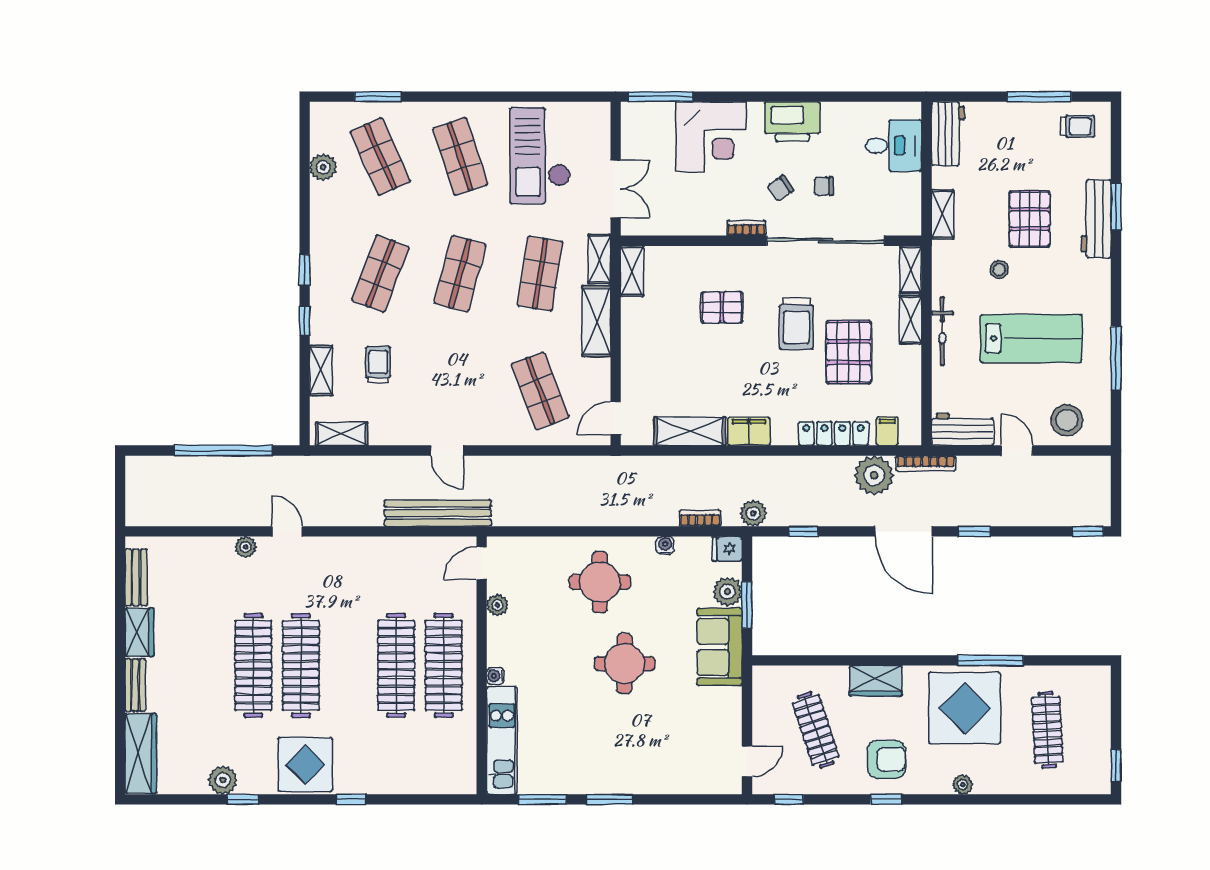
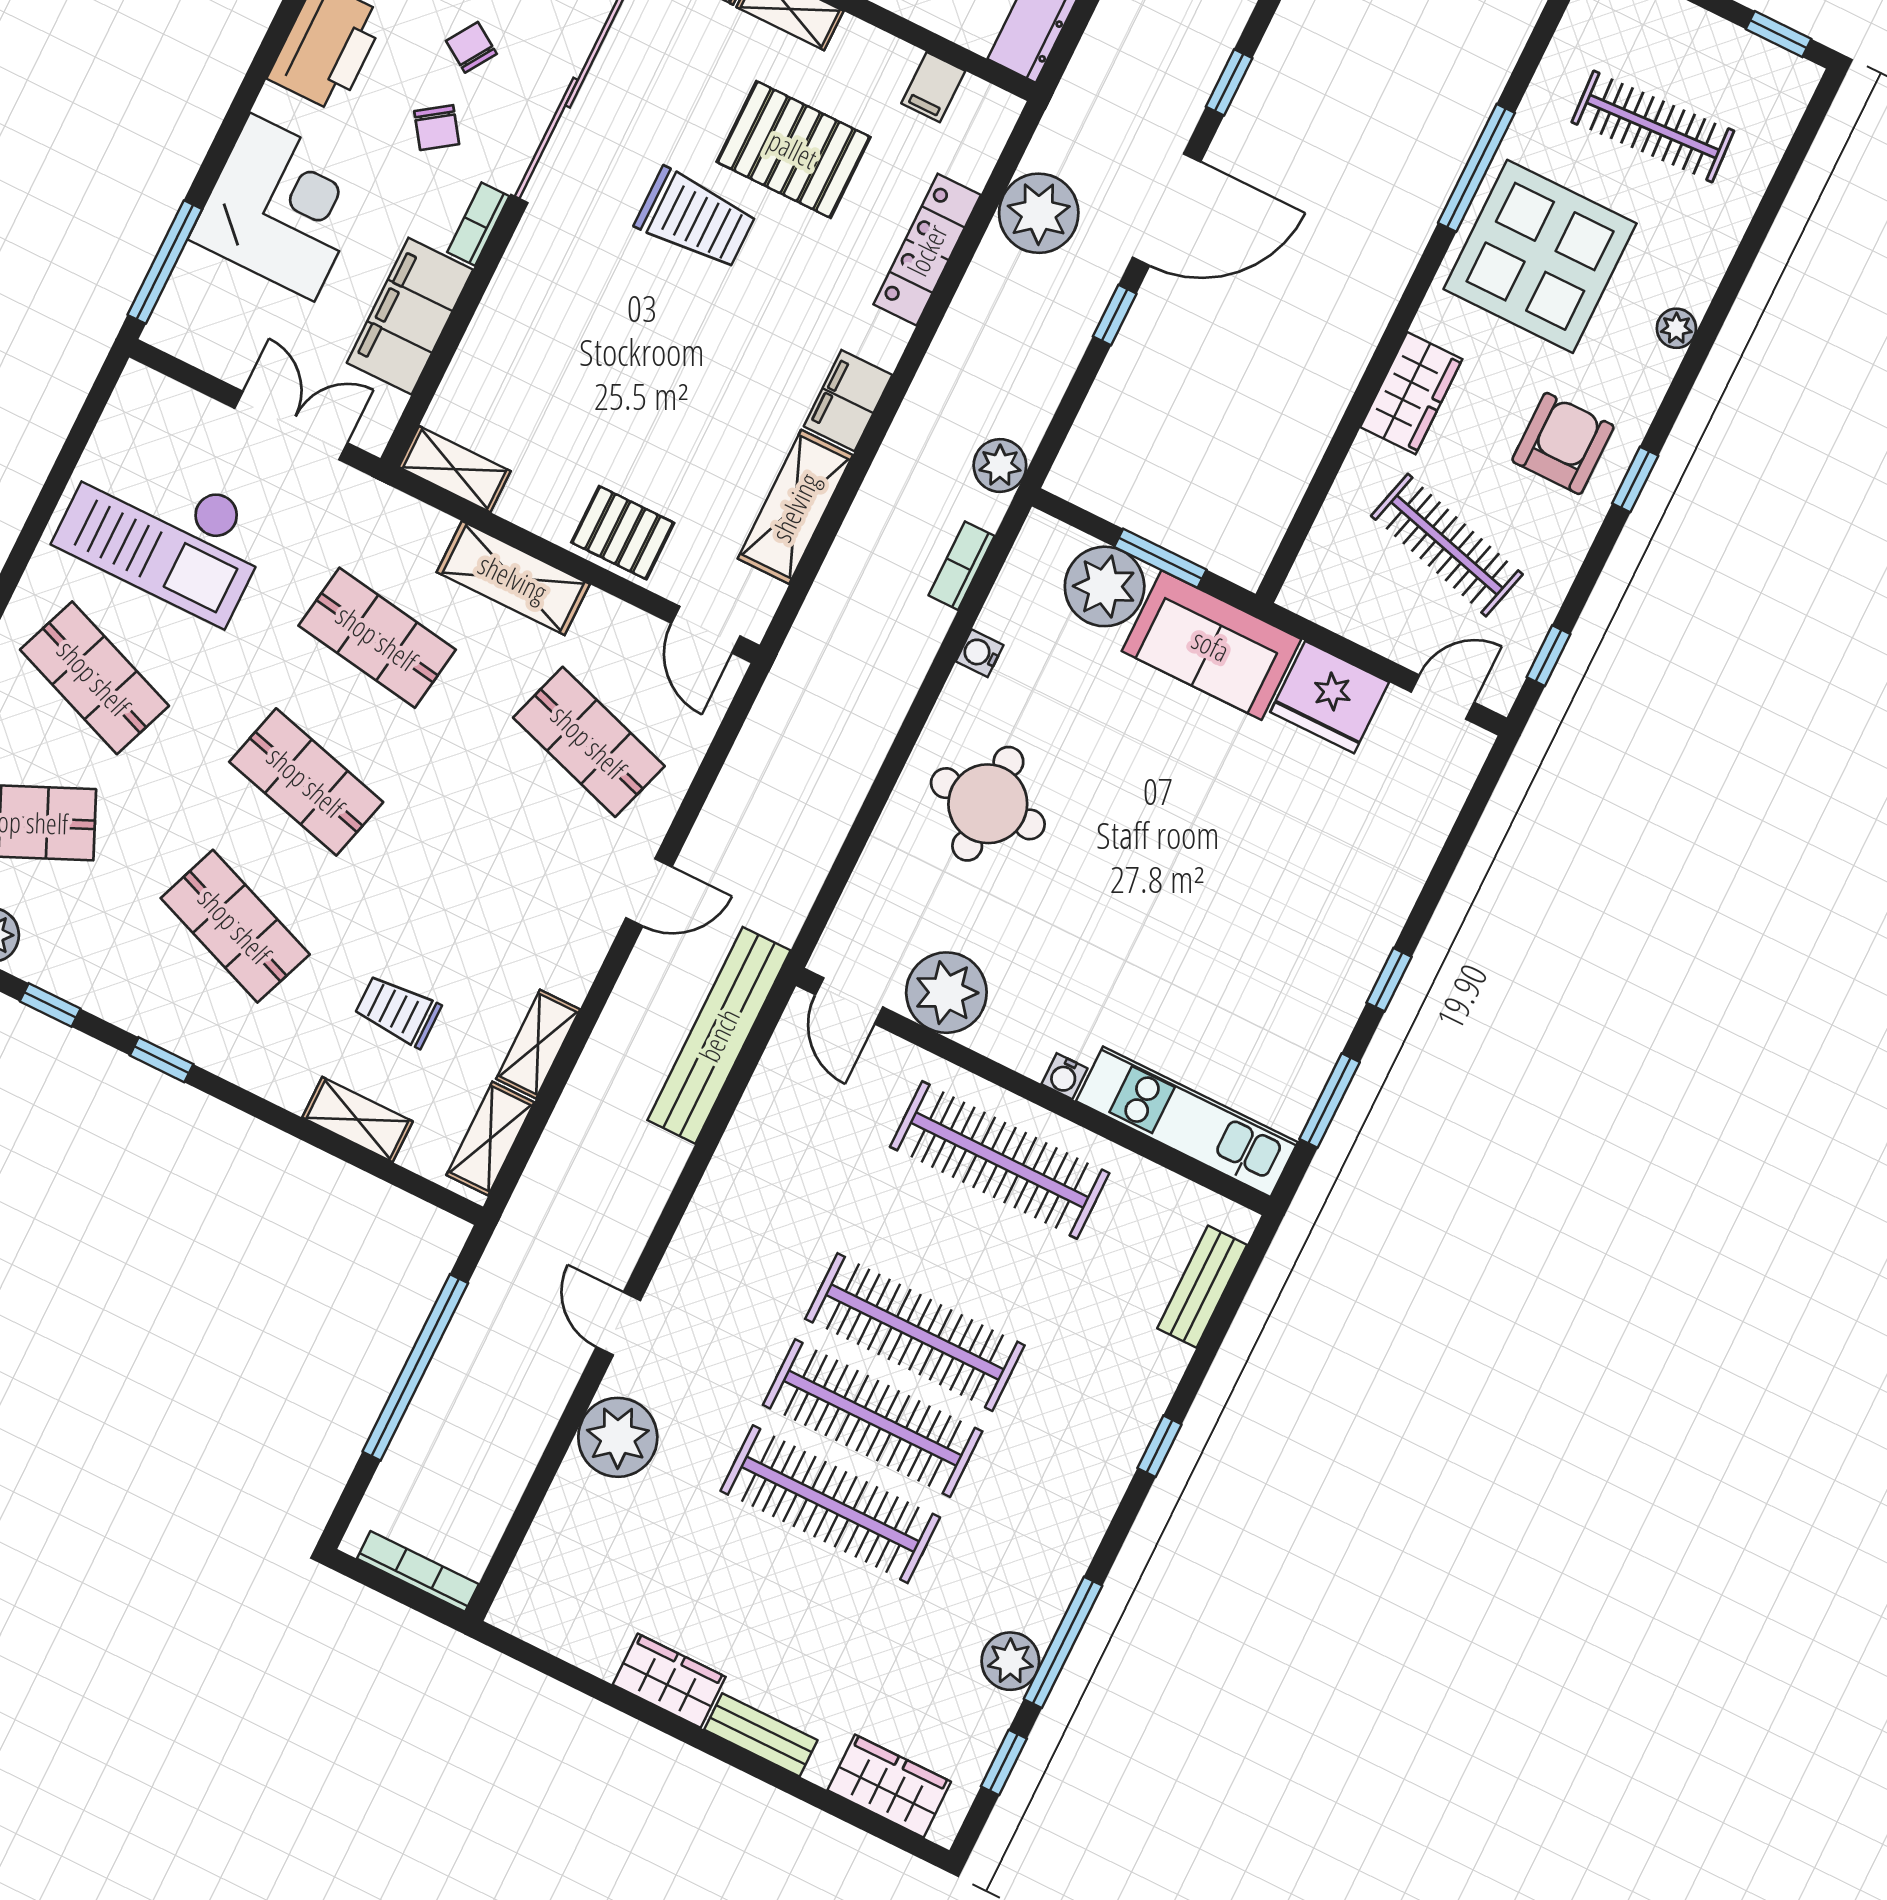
shop shelf: (460, 156) -> (94, 678), turned 39
chair: (824, 186) -> (471, 47), turned 123
filing cabinet: (690, 218) -> (410, 316), added
shelving: (599, 259) -> (538, 1044), moved, turned 90
pallet: (722, 307) -> (623, 533), moved, turned 90
window: (305, 321) -> (50, 1005), moved
shop shelf: (540, 391) -> (589, 742), turned 39
filing cabinet: (887, 431) -> (933, 87), moved, turned -90
door: (447, 451) -> (649, 892), moved
bookcase: (926, 463) -> (418, 1571), moved, turned -90
door: (287, 531) -> (618, 1324), hinge flipped
window: (803, 531) -> (1115, 315), moved
plant: (246, 547) -> (618, 1437), width x1.88, depth x1.88
fridge: (727, 549) -> (1330, 697), moved, width x1.88, depth x1.34
bench: (136, 577) -> (1202, 1287), moved, turned 90
plant: (727, 592) -> (1105, 586), width x1.36, depth x1.36
plant: (497, 605) -> (946, 993), width x1.88, depth x1.88
round table: (624, 664) -> (1157, 832), removed
clothes rail: (396, 665) -> (915, 1332), moved
clothes rail: (816, 730) -> (1447, 545), turned 33
wardrobe: (141, 753) -> (889, 1786), width x0.67
door: (747, 761) -> (1443, 697), hinge flipped
display table: (305, 765) -> (1056, 1498), removed
window: (176, 799) -> (1004, 1763), added
window: (243, 799) -> (1063, 1642), width x2.17
window: (609, 799) -> (1389, 980), width x0.67

